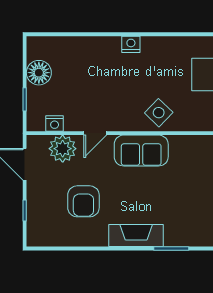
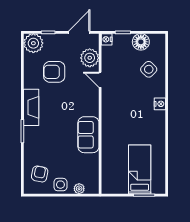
side table: (159, 113) -> (149, 69), moved
nightstand: (55, 123) -> (107, 39), moved
sofa: (141, 151) -> (88, 135), moved
plant: (41, 232) -> (33, 43), added

